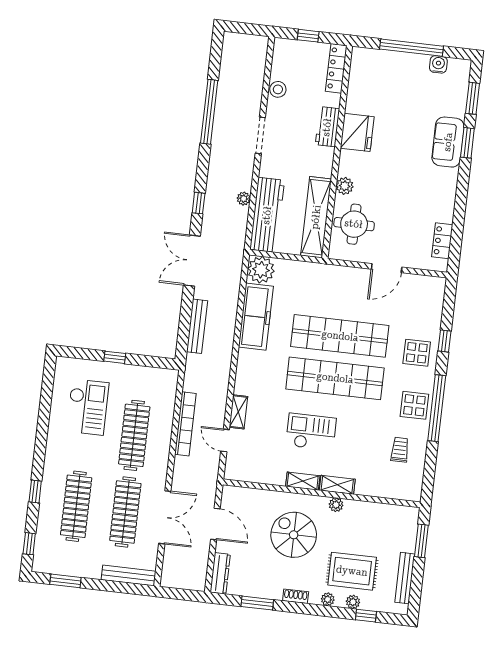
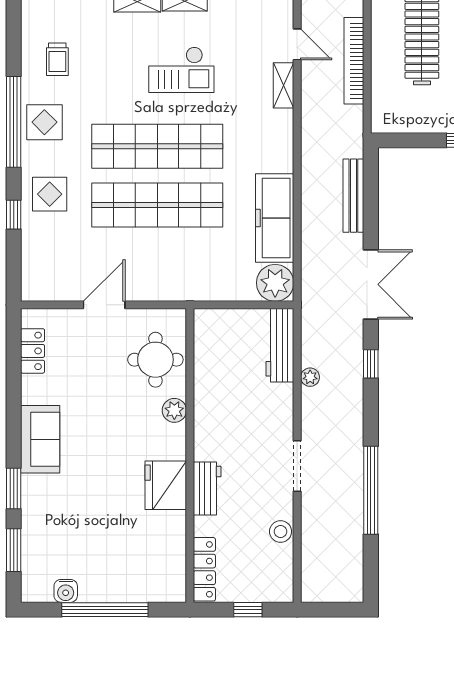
sofa: (448, 142) -> (40, 439), moved
workbench: (267, 215) -> (280, 345), width x0.73, depth x0.76
shelving: (316, 217) -> (208, 363), removed

